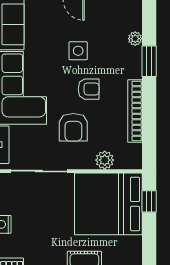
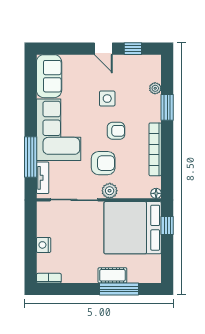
armchair: (73, 127) -> (103, 163), turned -90
plant: (105, 160) -> (110, 191), moved
floor lamp: (136, 163) -> (156, 193), added

